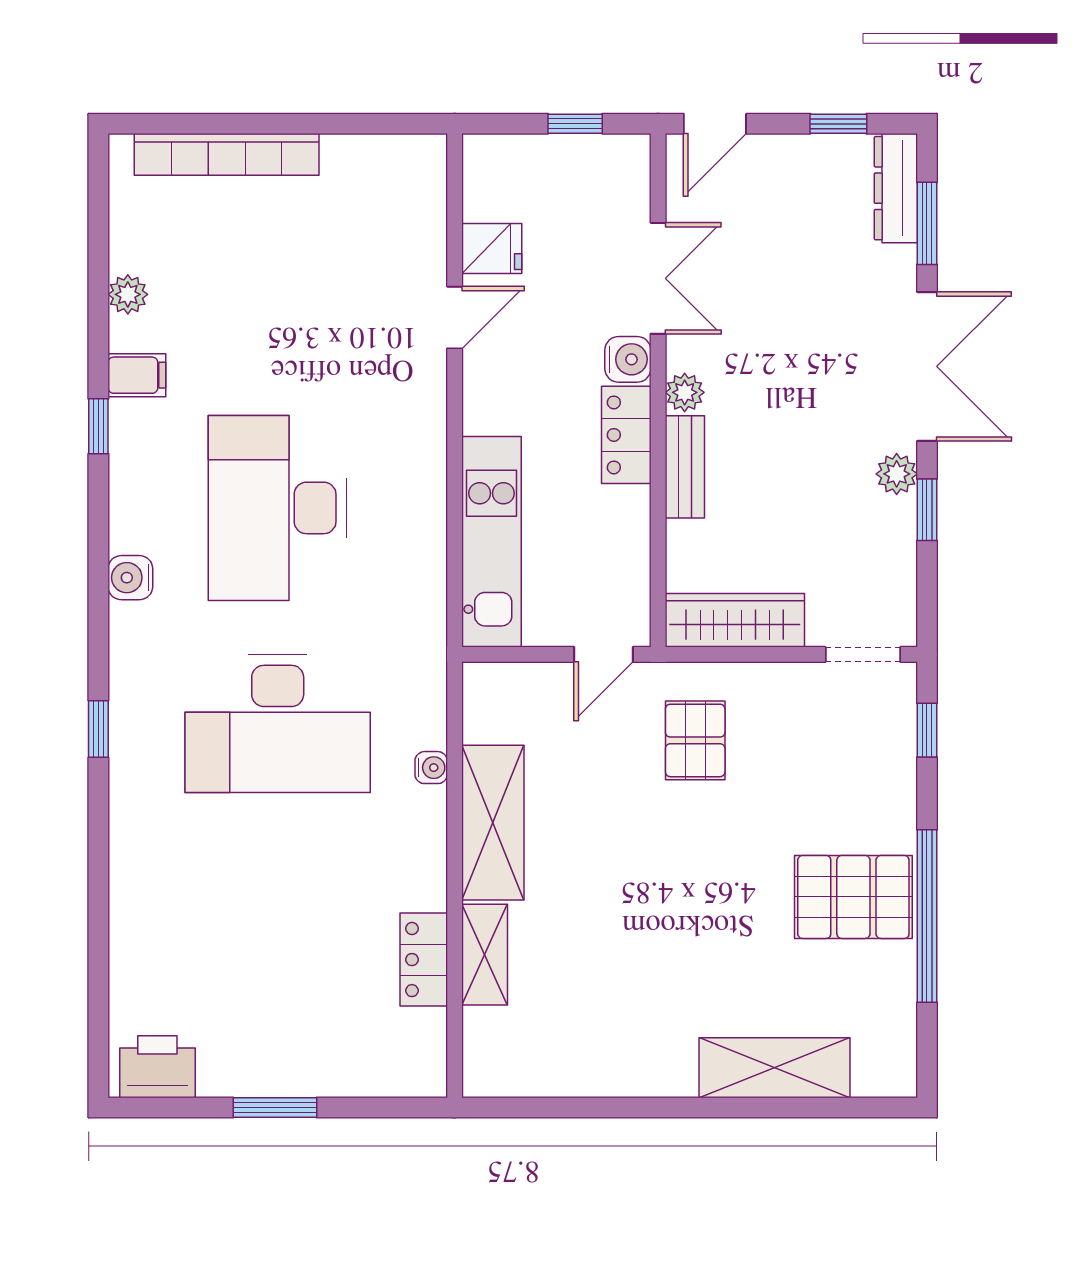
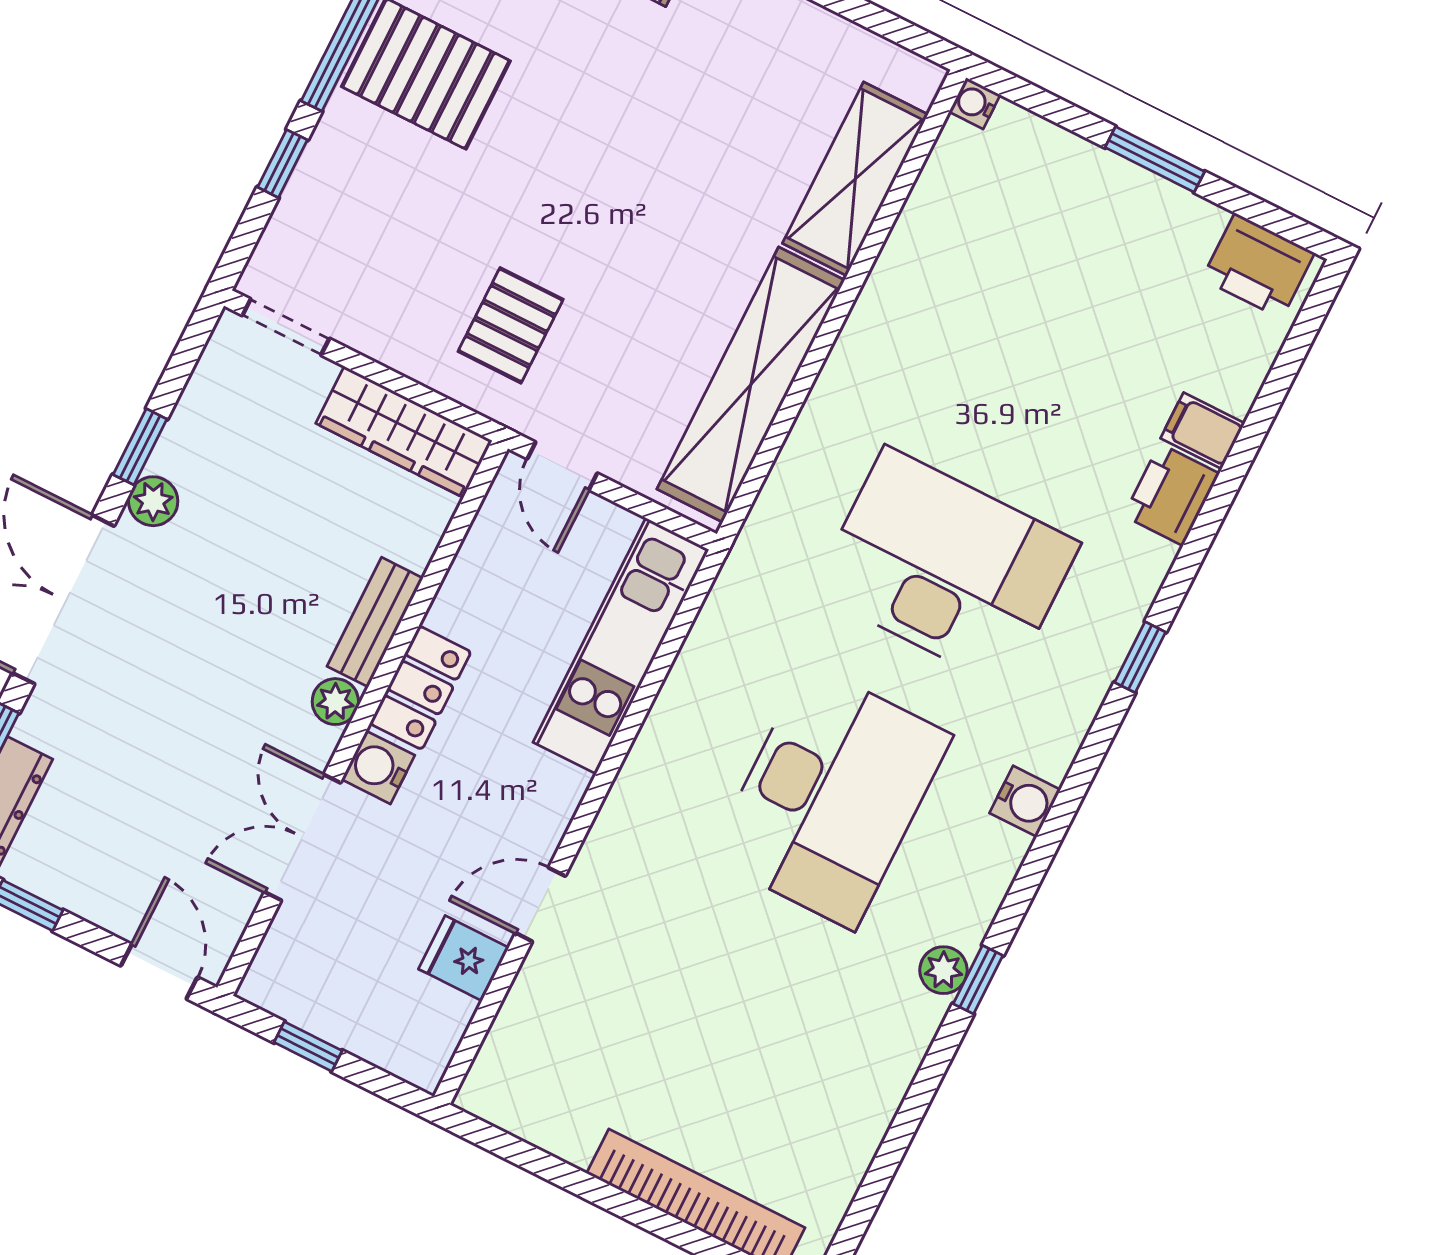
door: (715, 124) -> (159, 972), hinge flipped
plant: (128, 294) -> (943, 970), moved
filing cabinet: (137, 375) -> (1203, 431), moved
door: (603, 654) -> (562, 466), swing flipped
window: (927, 730) -> (283, 164), moved
water cooler: (431, 768) -> (975, 103), moved
shelving: (493, 823) -> (751, 385), width x1.47
printer: (136, 863) -> (1171, 495), added
shelving: (485, 955) -> (855, 179), width x1.50, depth x1.33
locker: (424, 960) -> (917, 237), removed

